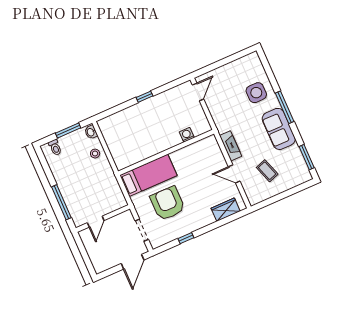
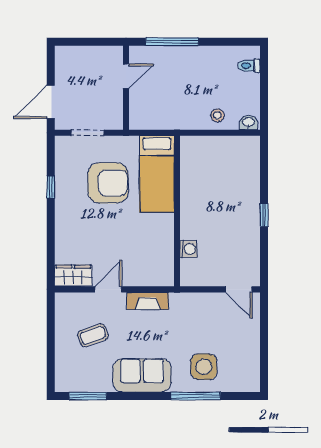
window: (285, 107) -> (196, 396), moved
window: (68, 130) -> (264, 93), removed
wardrobe: (226, 210) -> (73, 276), moved, turned -90
door: (96, 222) -> (126, 76), swing flipped
door: (133, 262) -> (51, 102), hinge flipped

